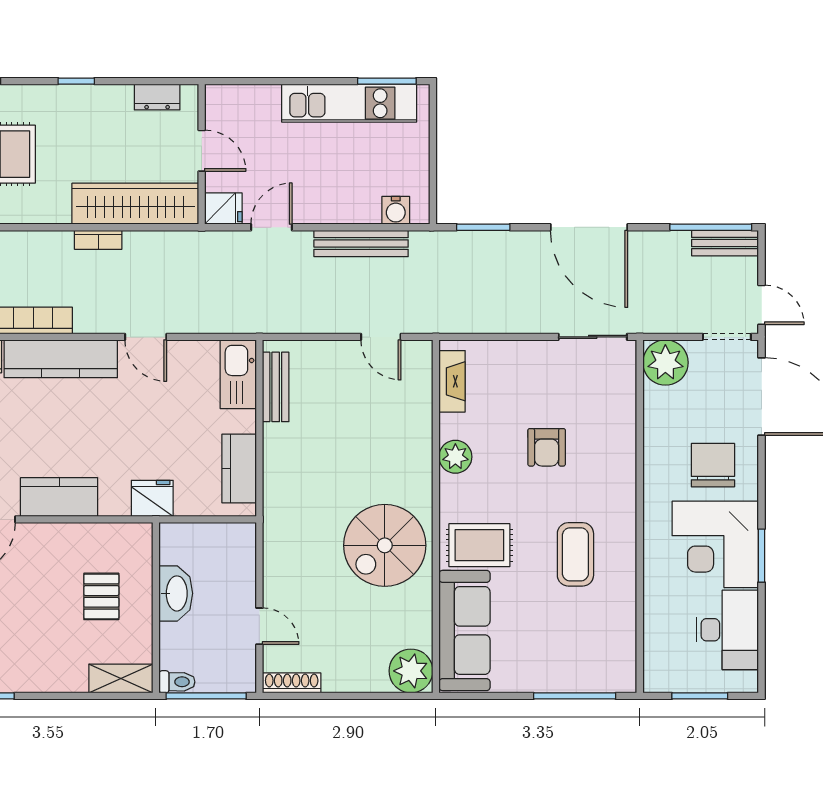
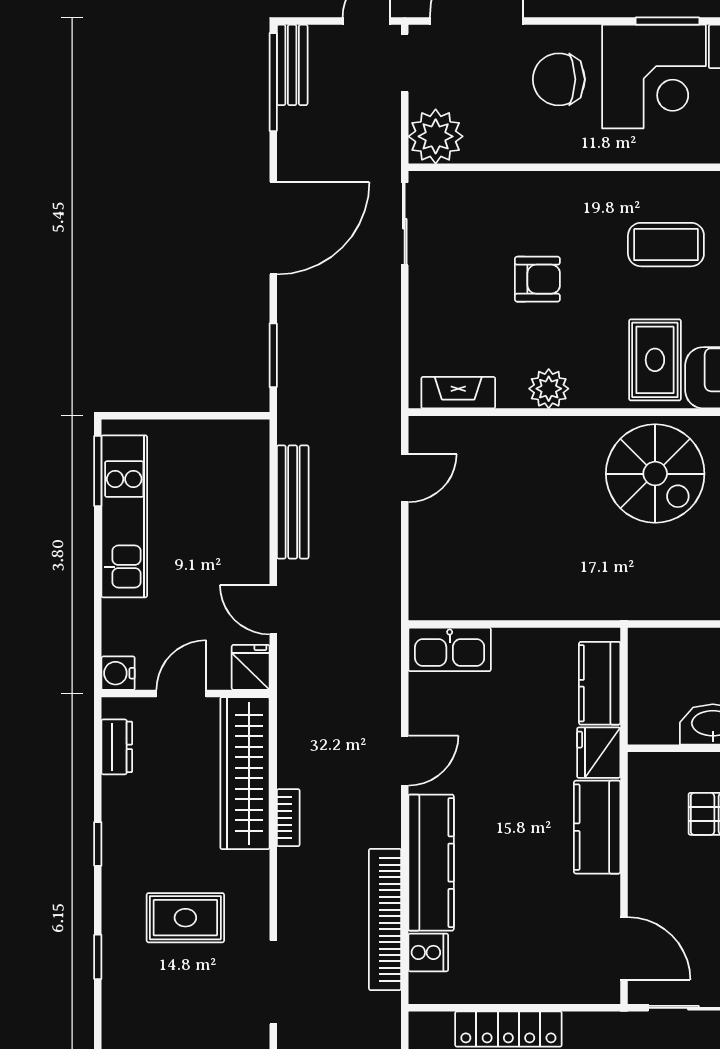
water cooler: (396, 210) -> (118, 673), moved, turned 180
bench: (276, 387) -> (465, 604), removed
kitchen counter: (239, 468) -> (600, 683), moved, turned 90
kitchen counter: (59, 497) -> (597, 827), moved

